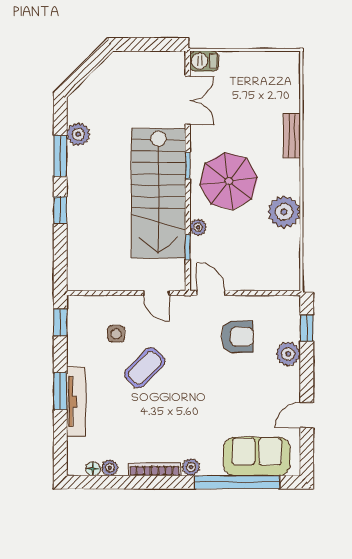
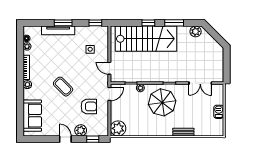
barbecue: (204, 61) -> (219, 112), moved
plant: (78, 134) -> (196, 31), moved
stairs: (159, 193) -> (146, 39), moved, turned 180
plant: (284, 212) -> (118, 128), moved
door: (156, 293) -> (109, 68), hinge flipped
armchair: (237, 337) -> (89, 106), turned -90
coffee table: (145, 368) -> (63, 87), moved
door: (307, 415) -> (65, 139), moved
window: (237, 482) -> (20, 106), removed

